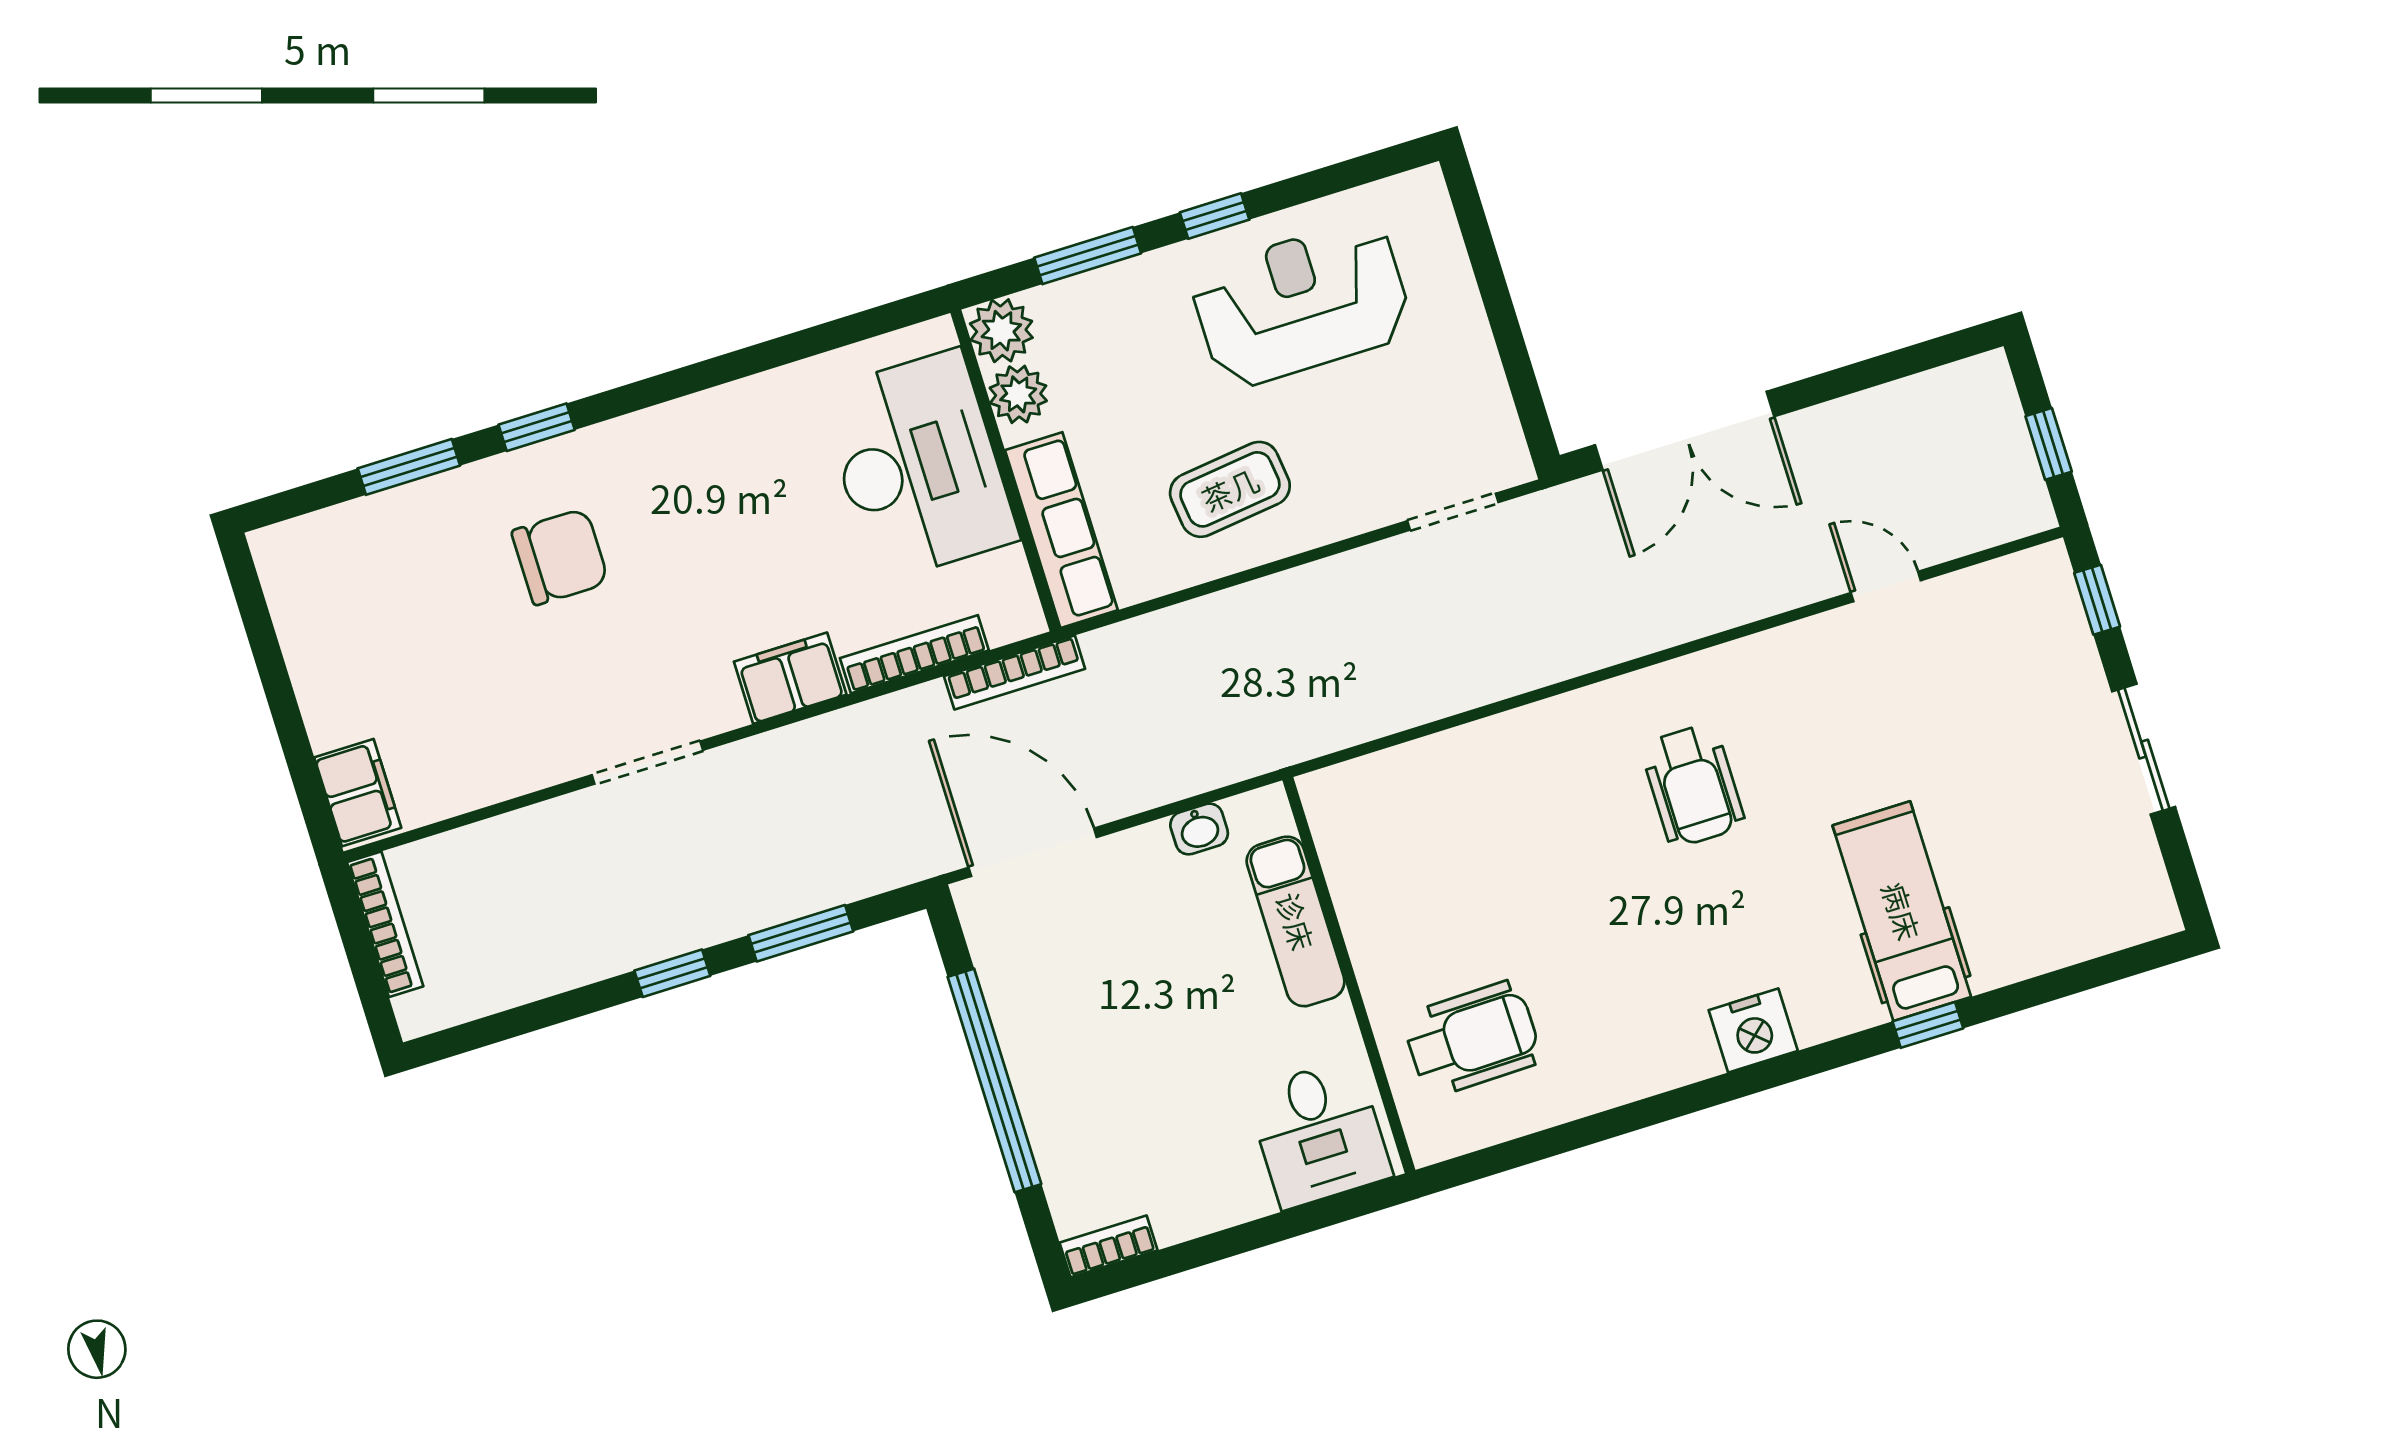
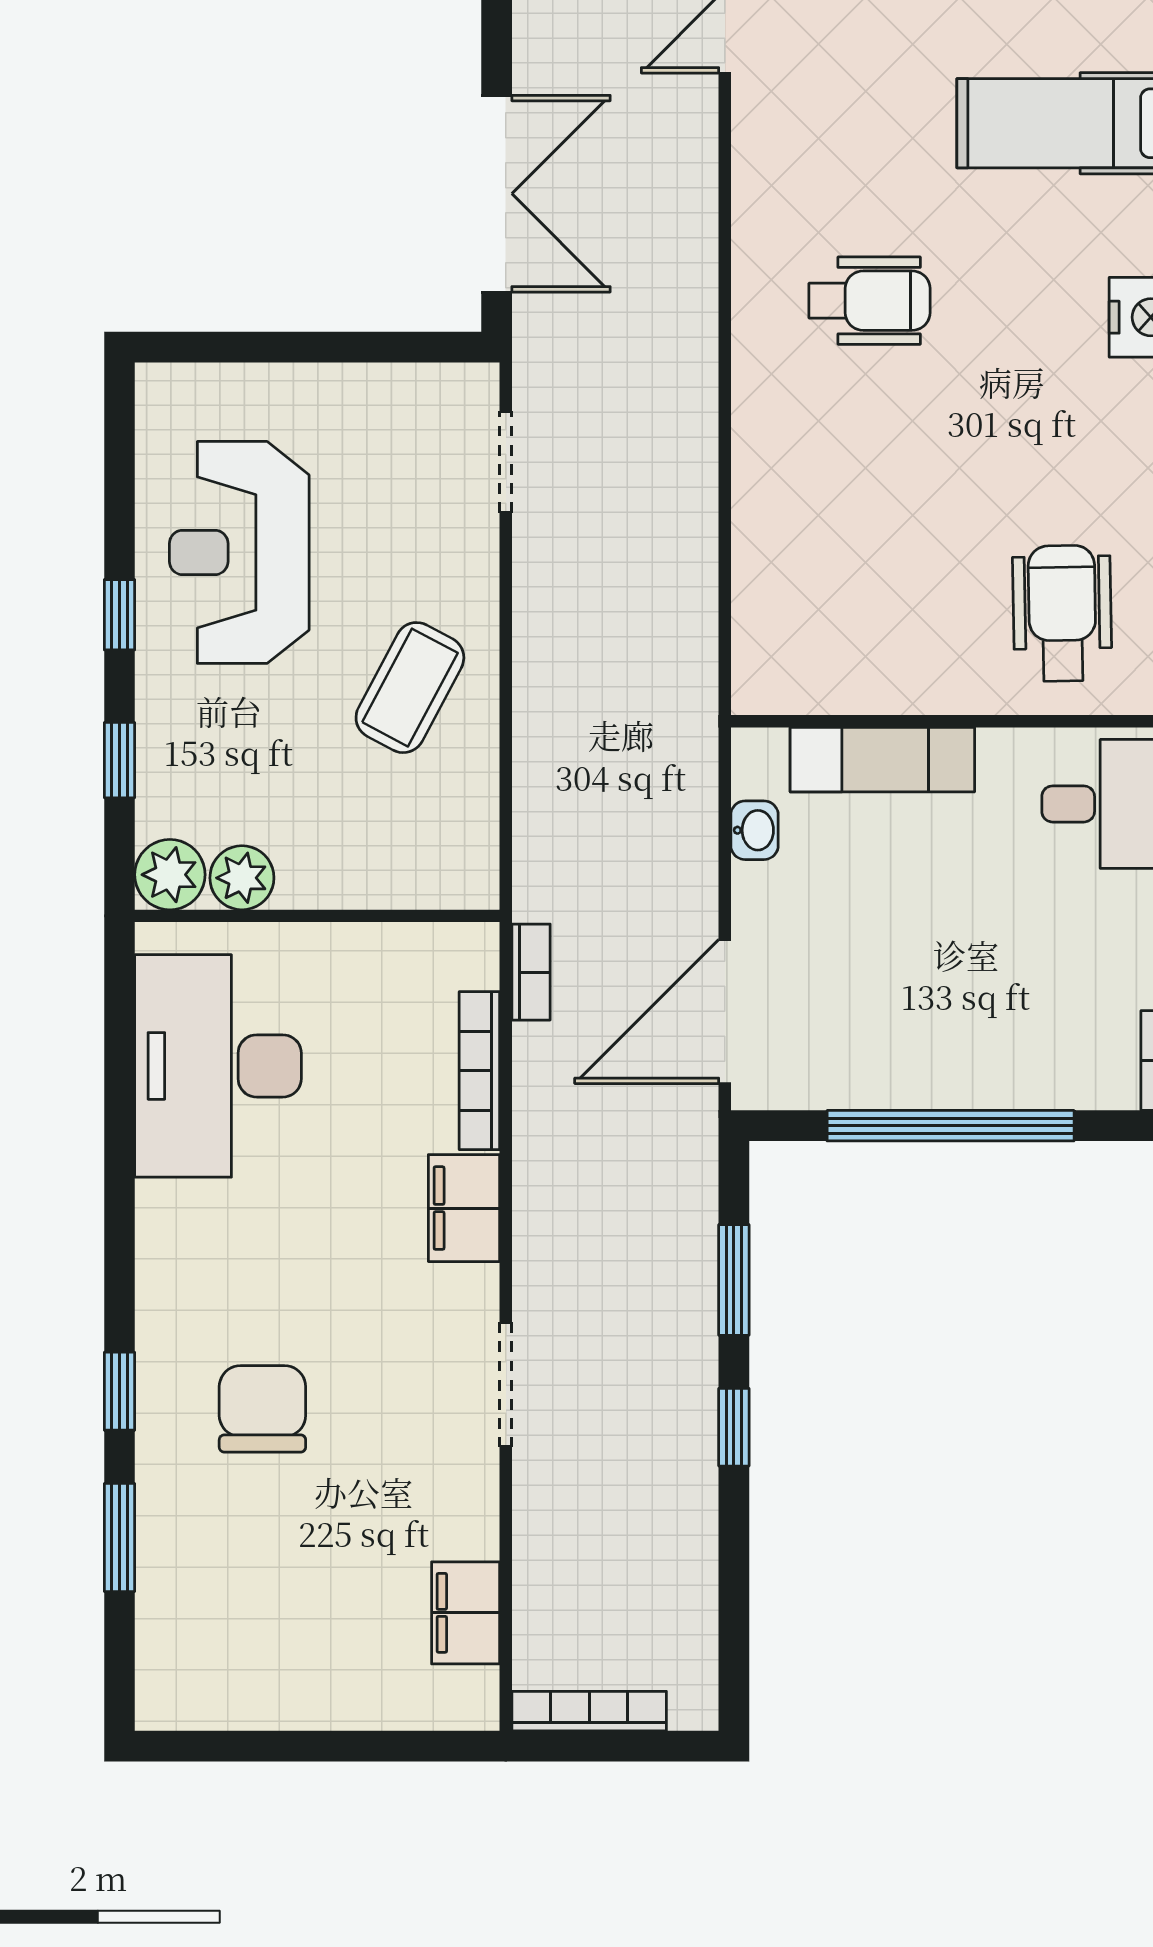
window: (1088, 256) -> (120, 760), width x0.67
desk: (918, 466) -> (218, 1066), moved, turned -90
coffee table: (1230, 489) -> (410, 688), turned 35
row of seats: (1061, 530) -> (398, 877), removed
bookcase: (1015, 672) -> (531, 972), width x0.64
filing cabinet: (358, 793) -> (466, 1613), moved, turned -90

